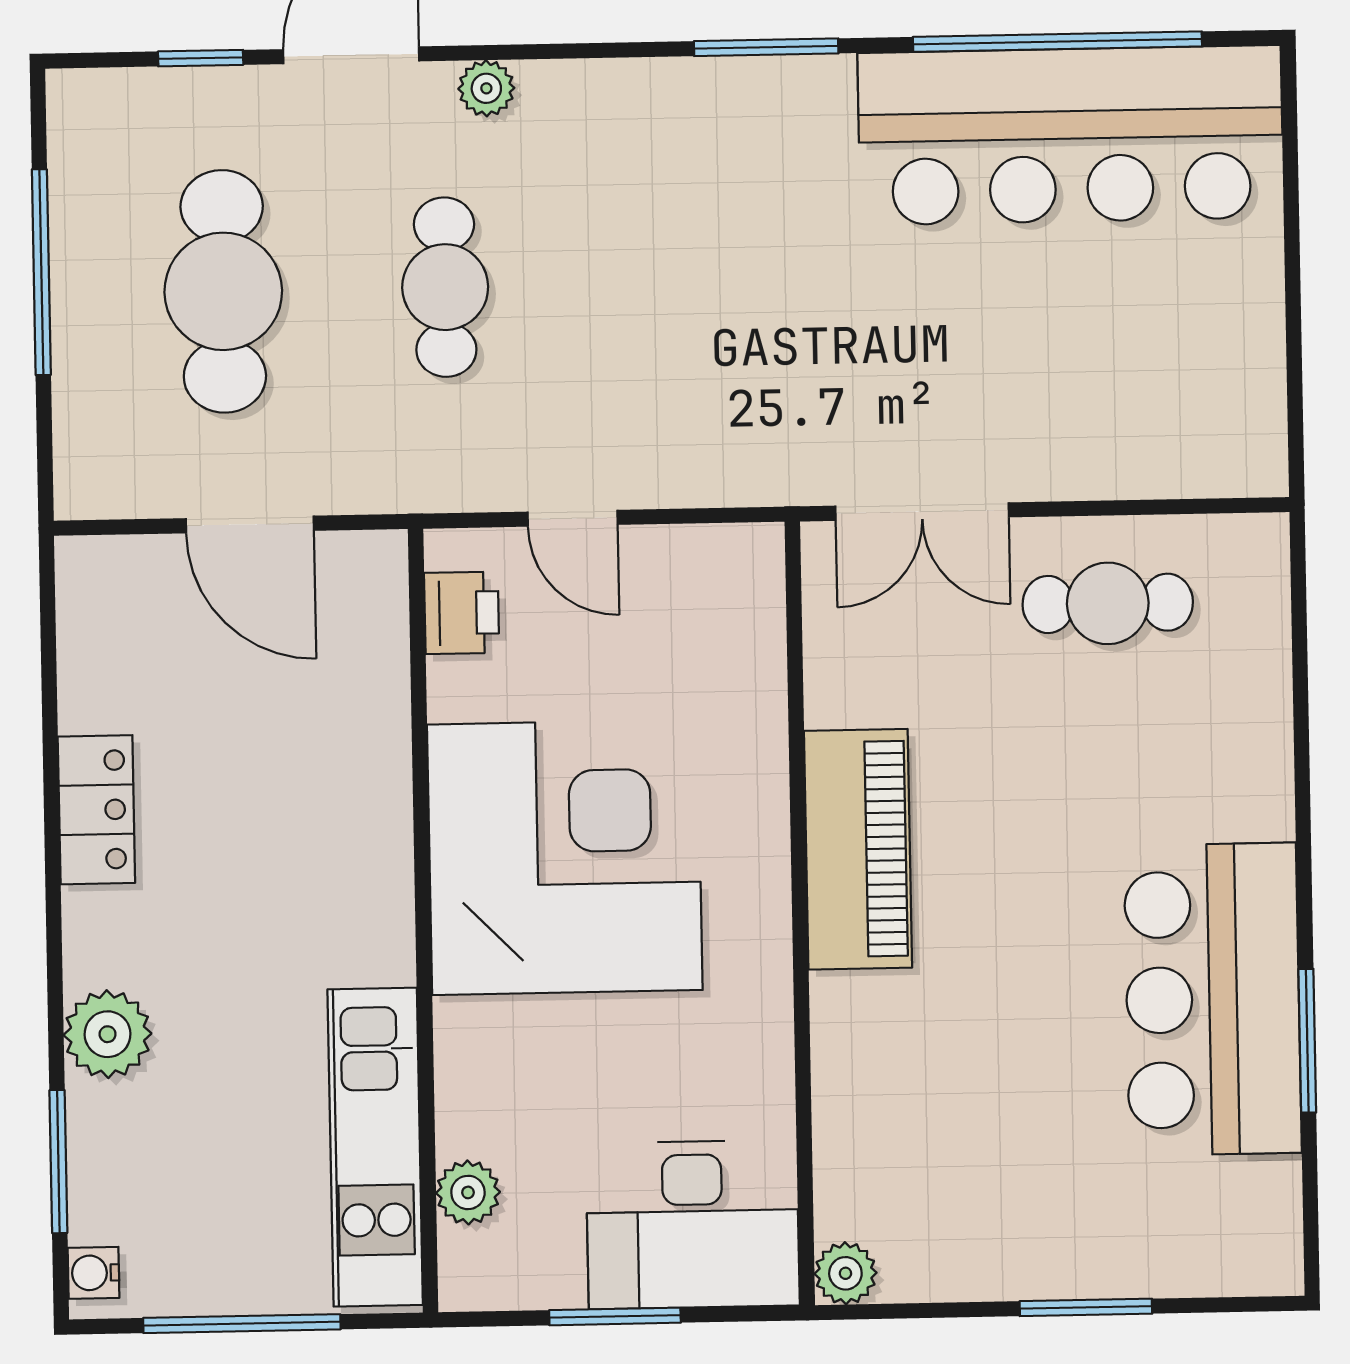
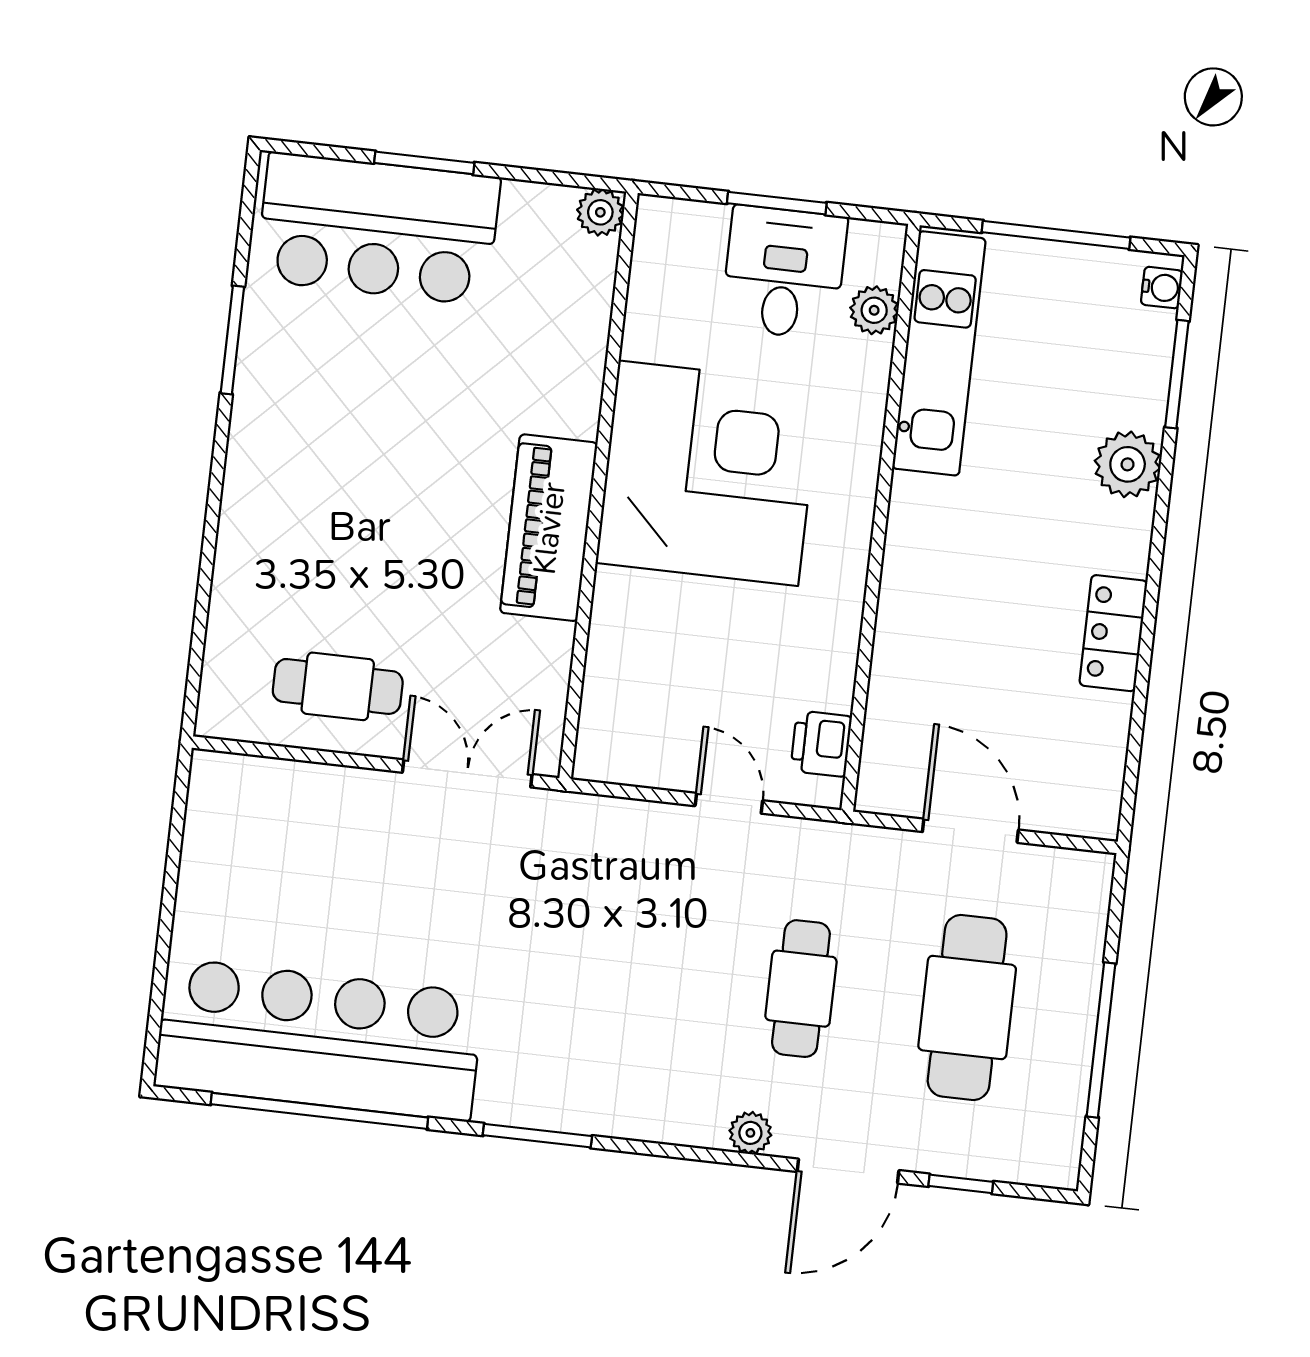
corner desk: (565, 857) -> (708, 473), moved, turned 180
bar counter: (1213, 999) -> (378, 229), moved, turned 90
desk: (693, 1224) -> (784, 272), moved, width x0.73

